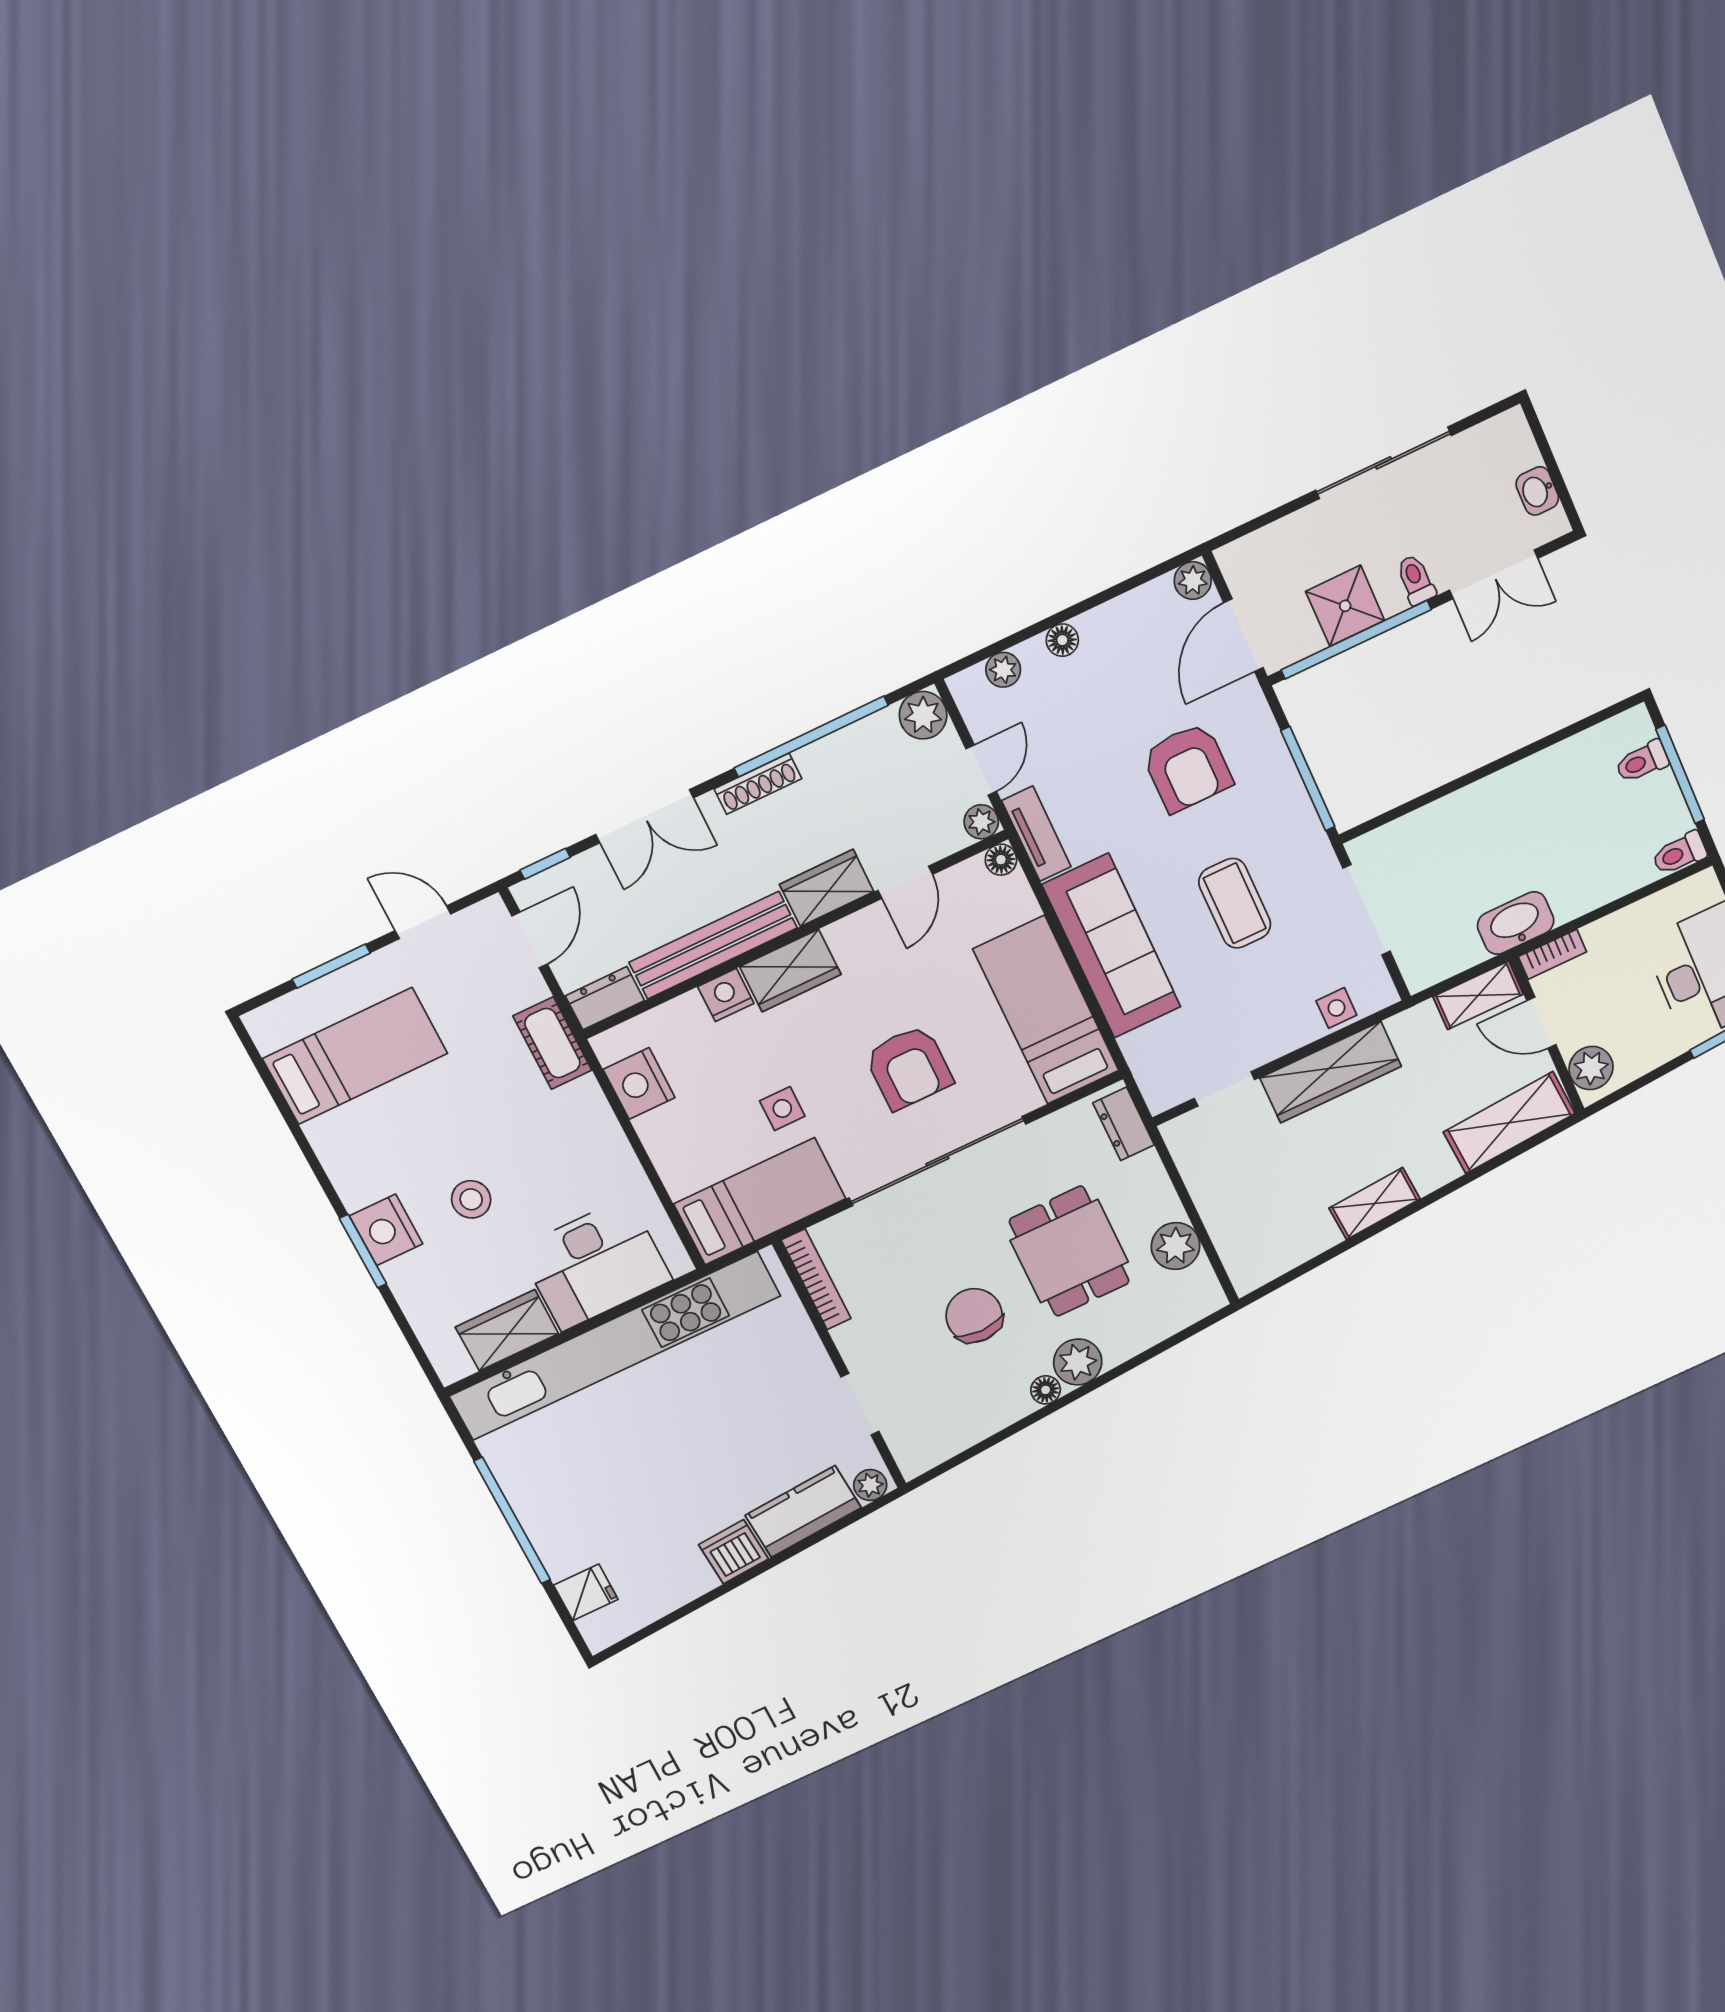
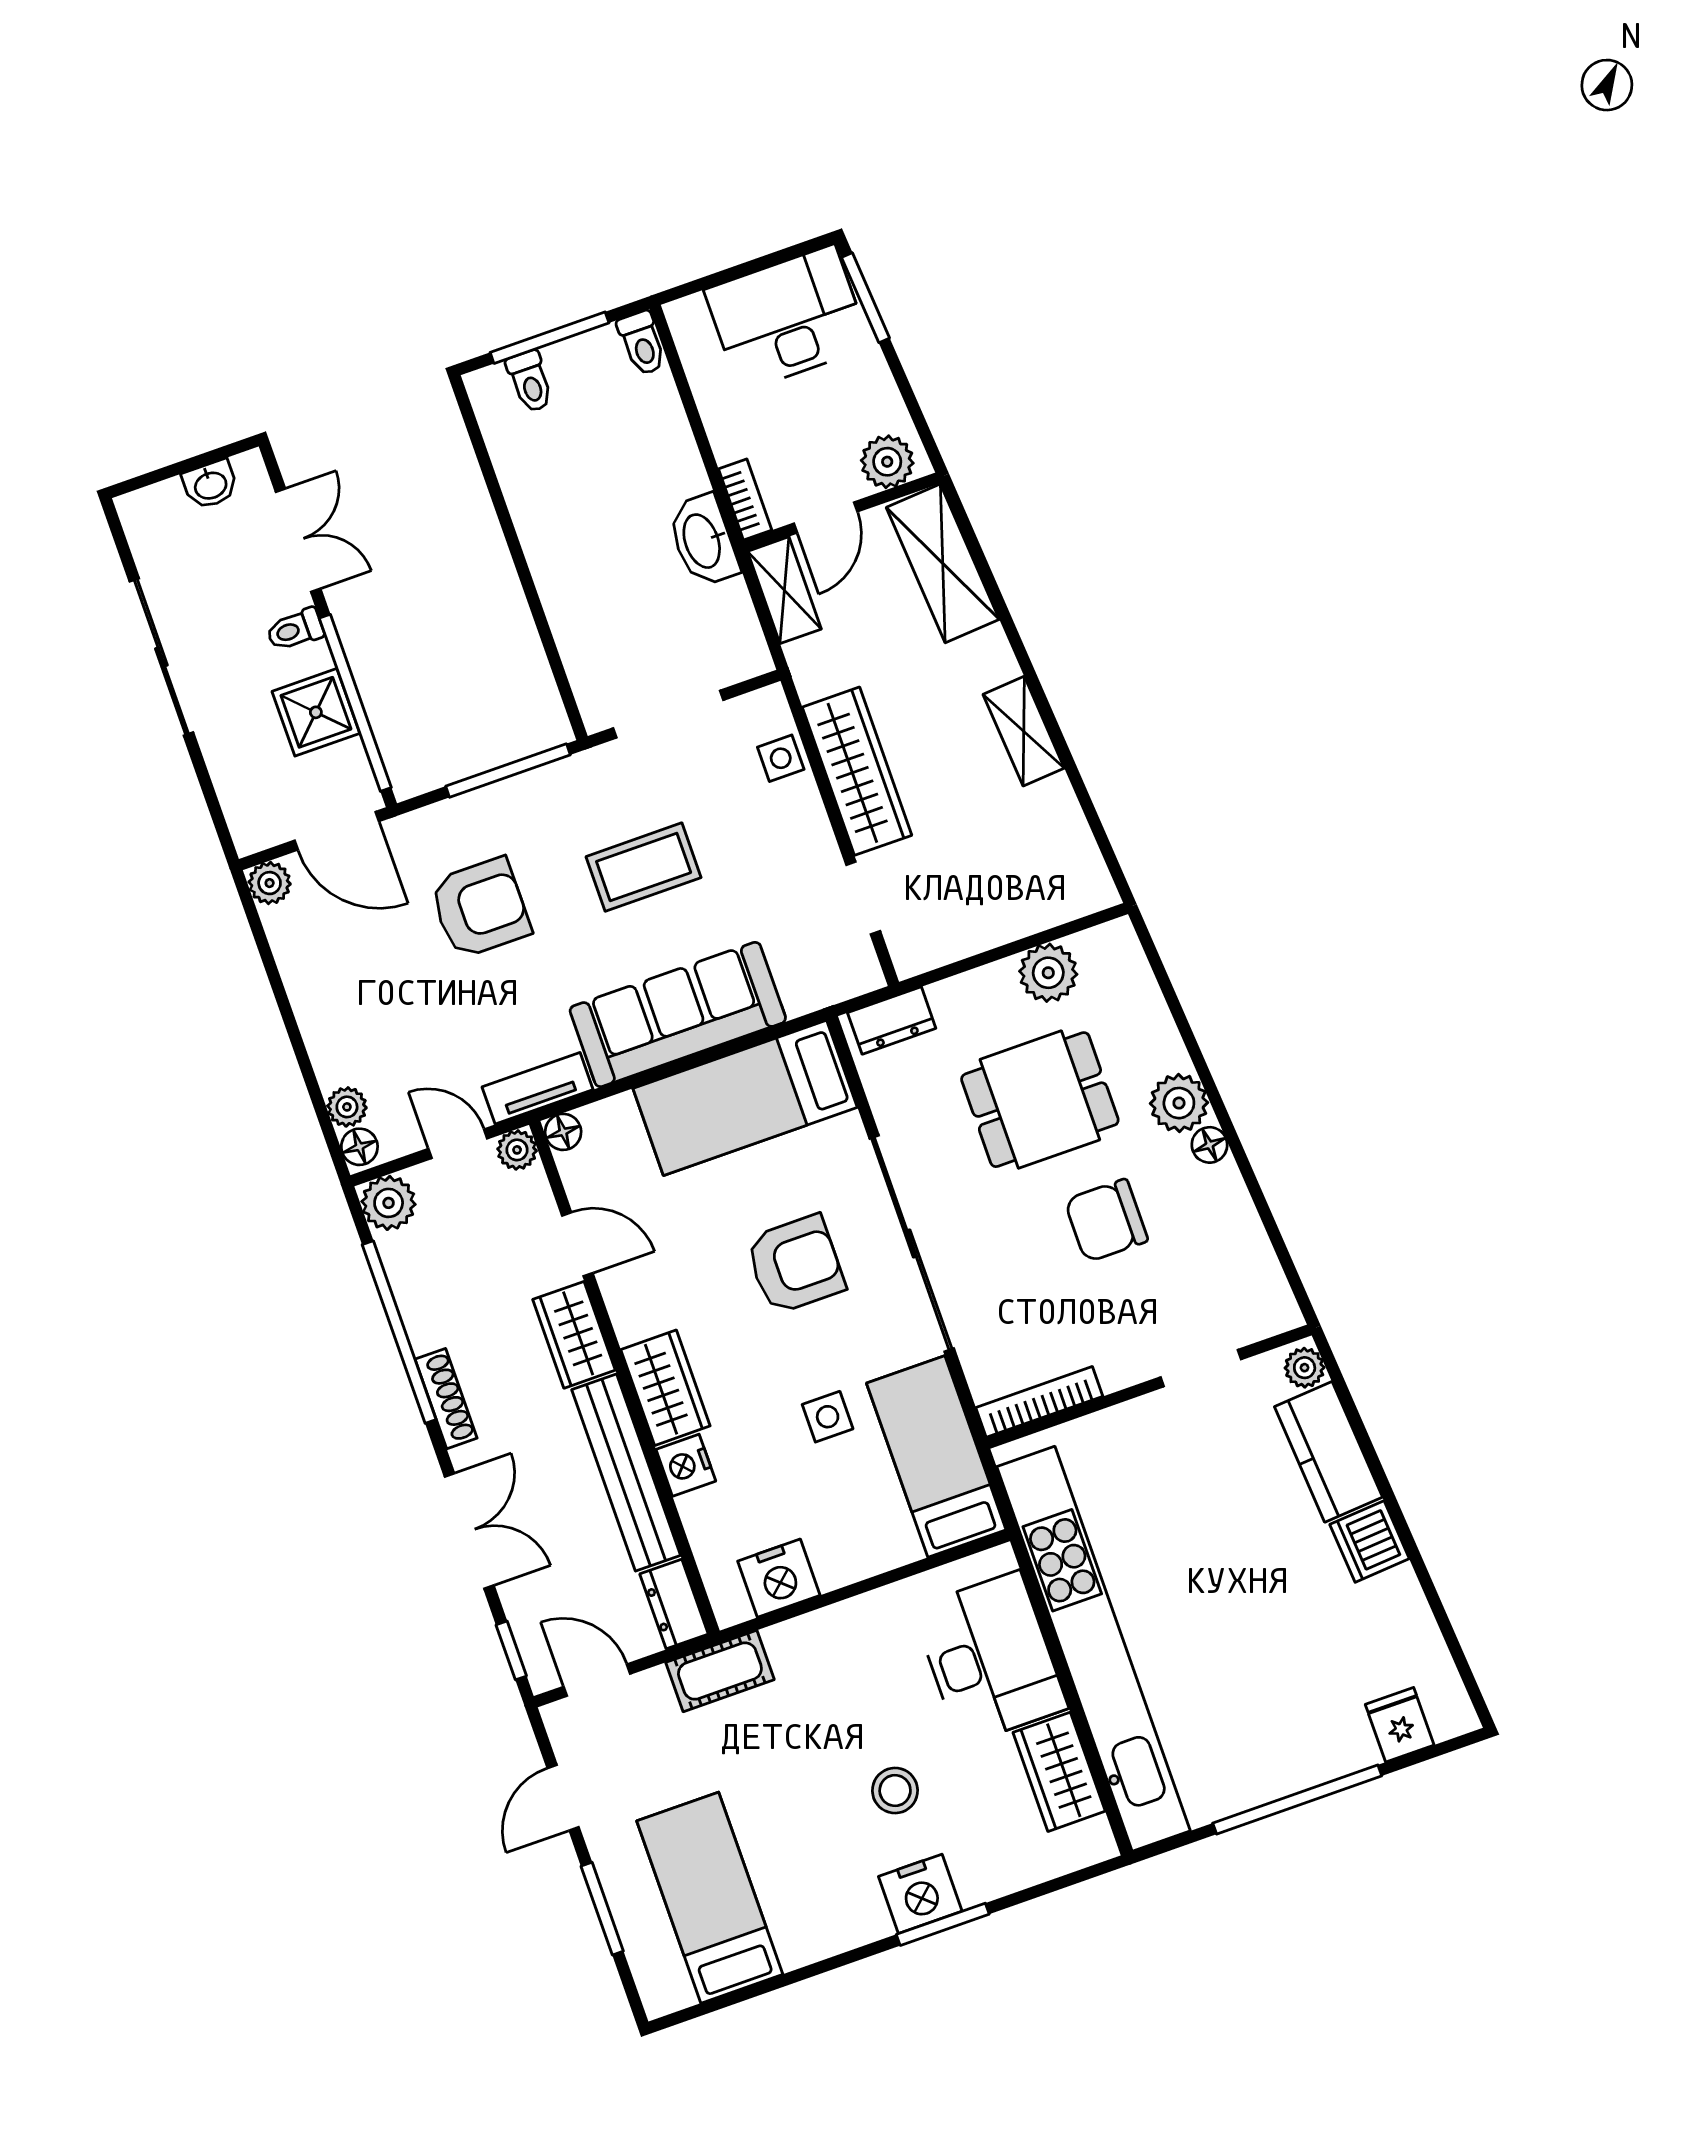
floor lamp: (1062, 640) -> (359, 1147), moved

